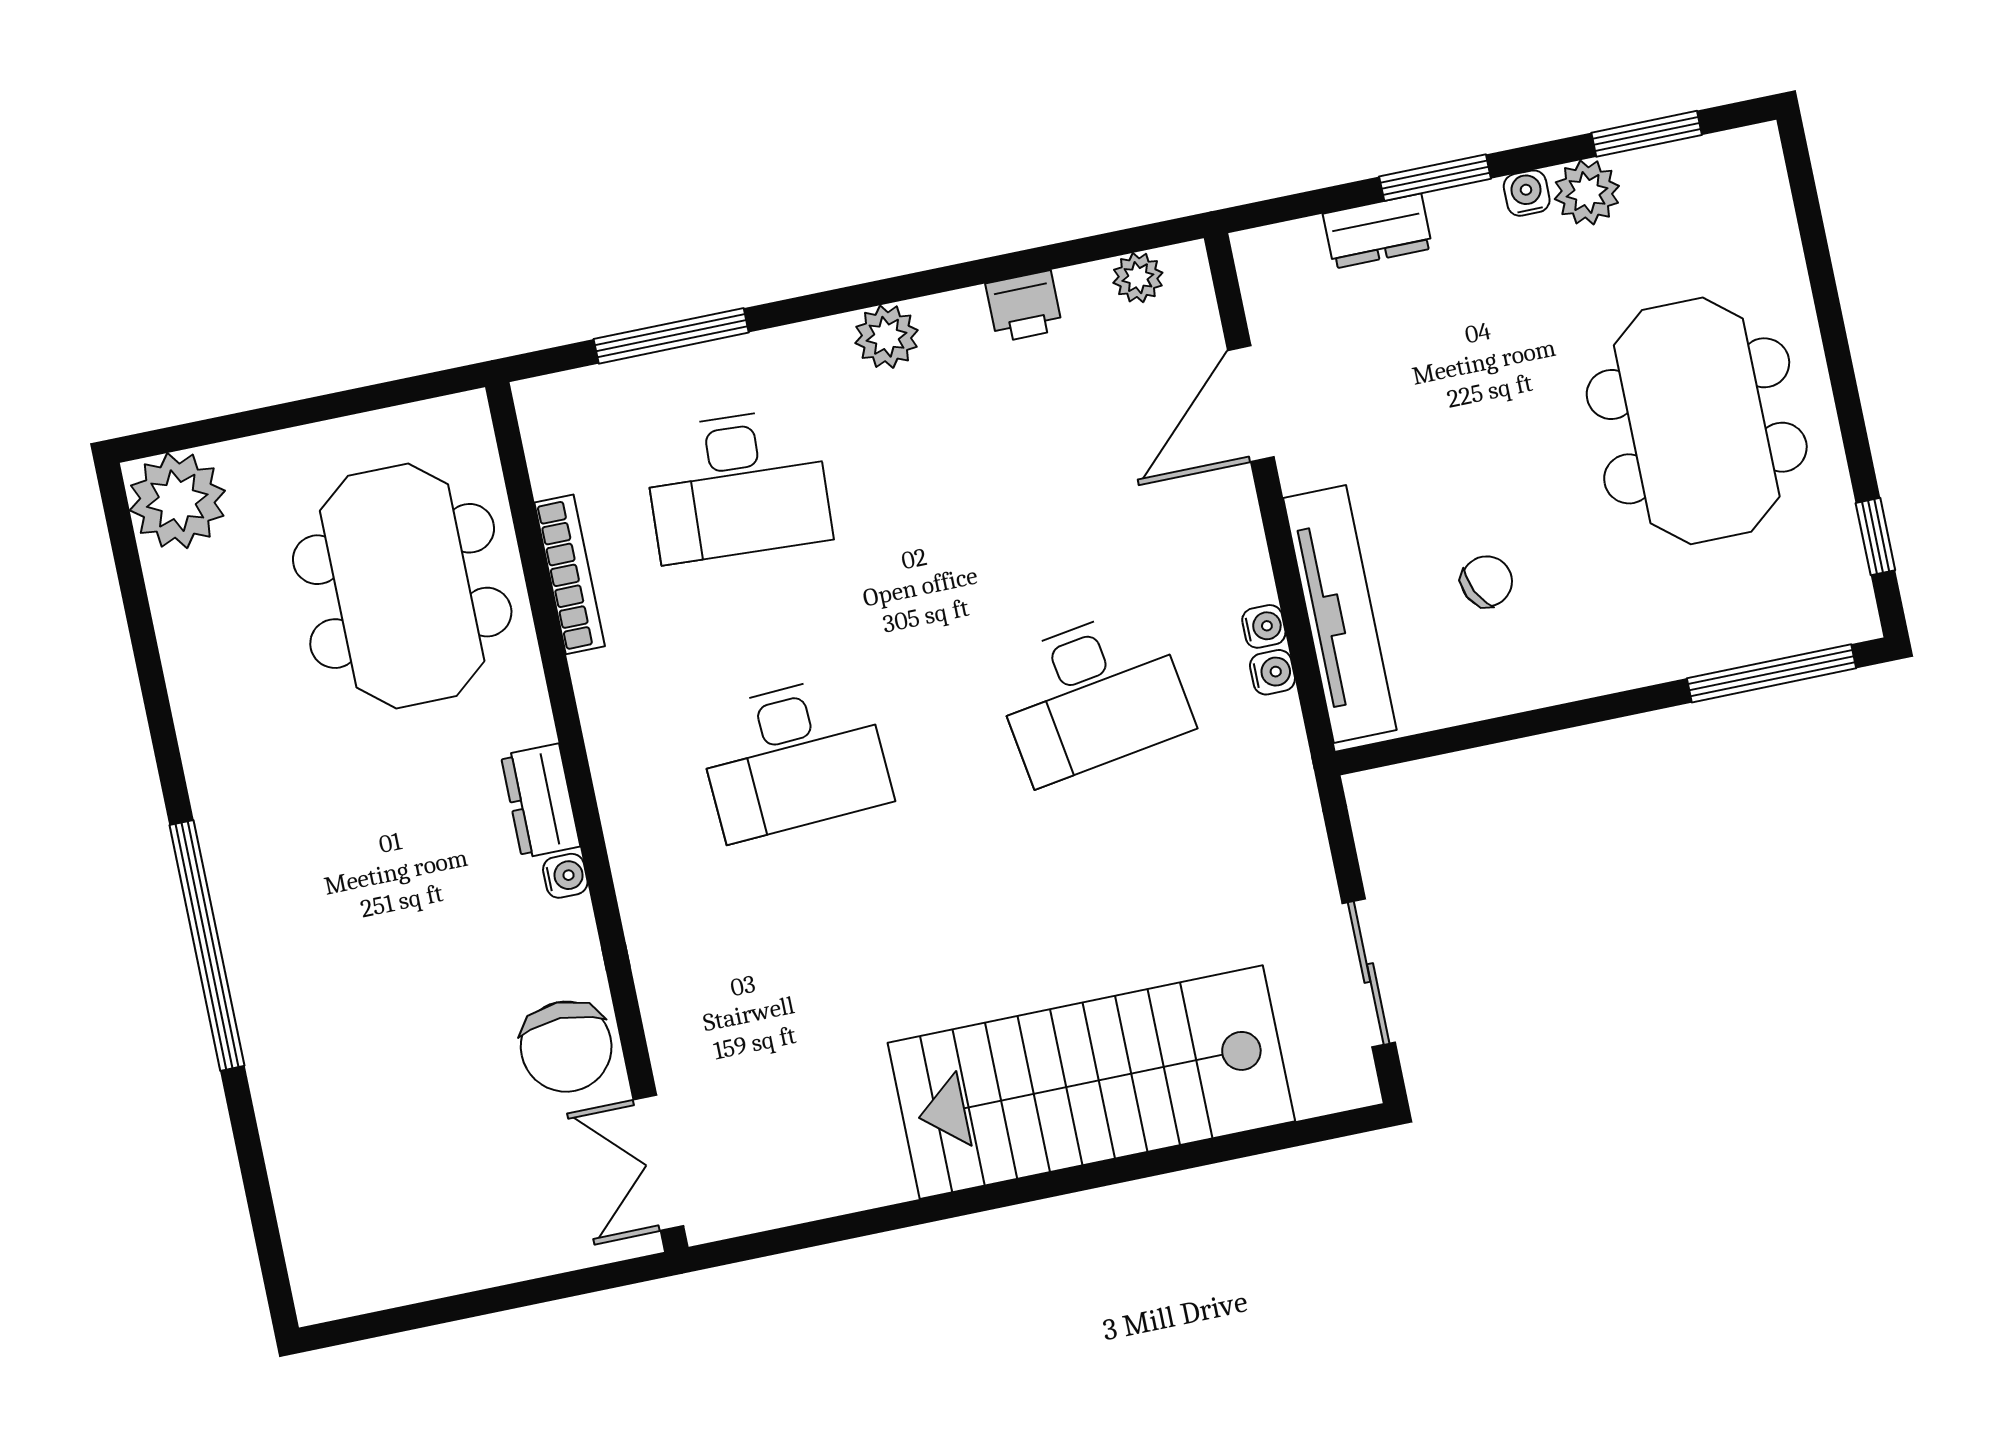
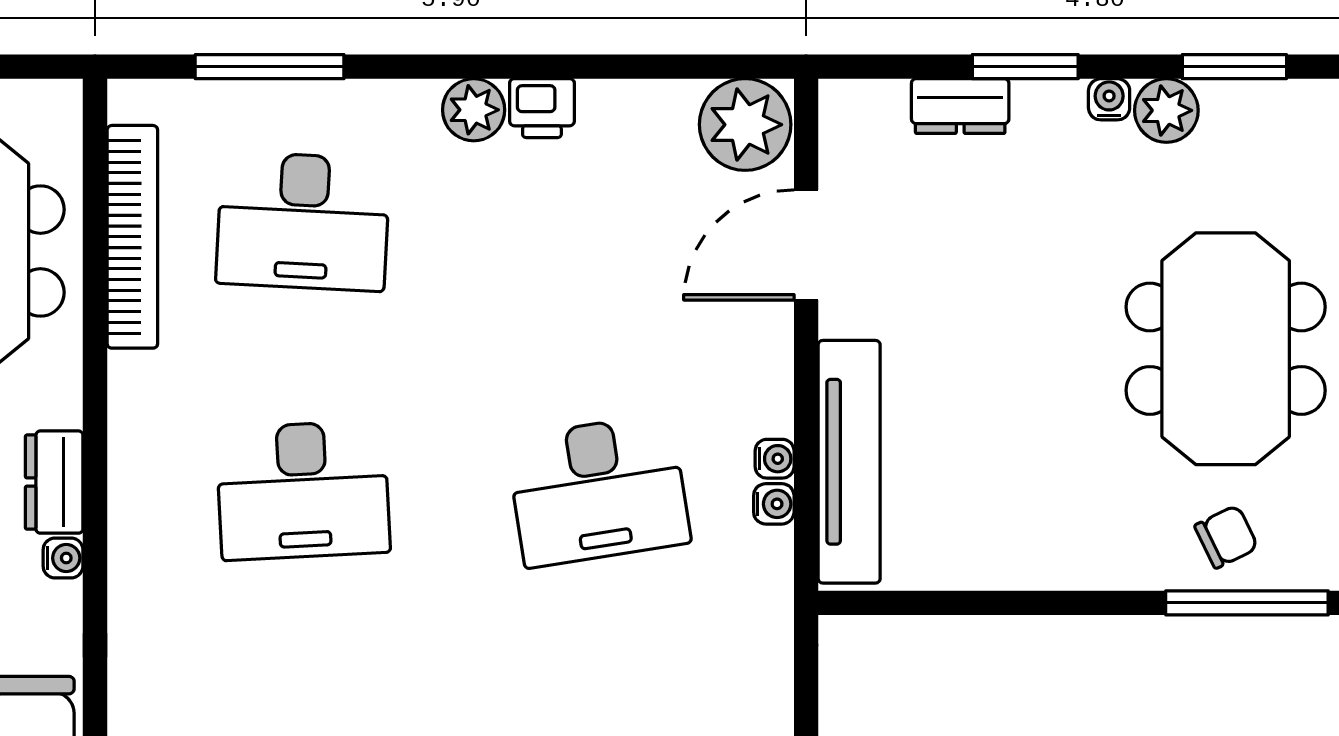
plant: (1138, 278) -> (745, 125), width x1.87, depth x1.87
printer: (1024, 306) -> (542, 108), moved
bookcase: (570, 574) -> (132, 237), width x1.48, depth x1.31
chair: (1487, 581) -> (1226, 537), moved

